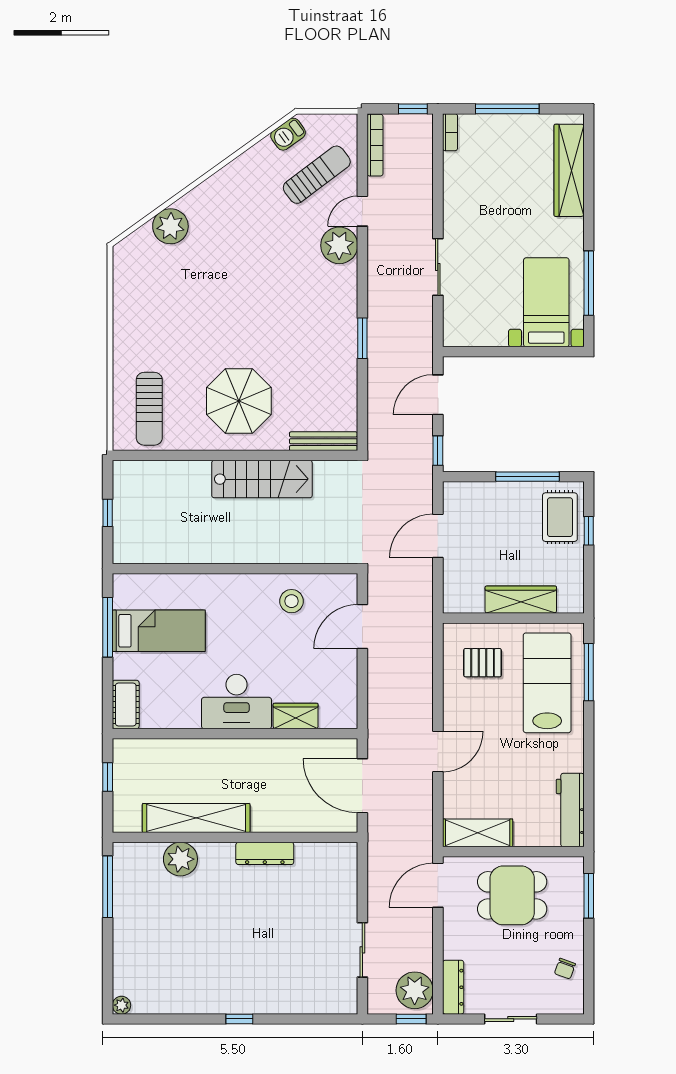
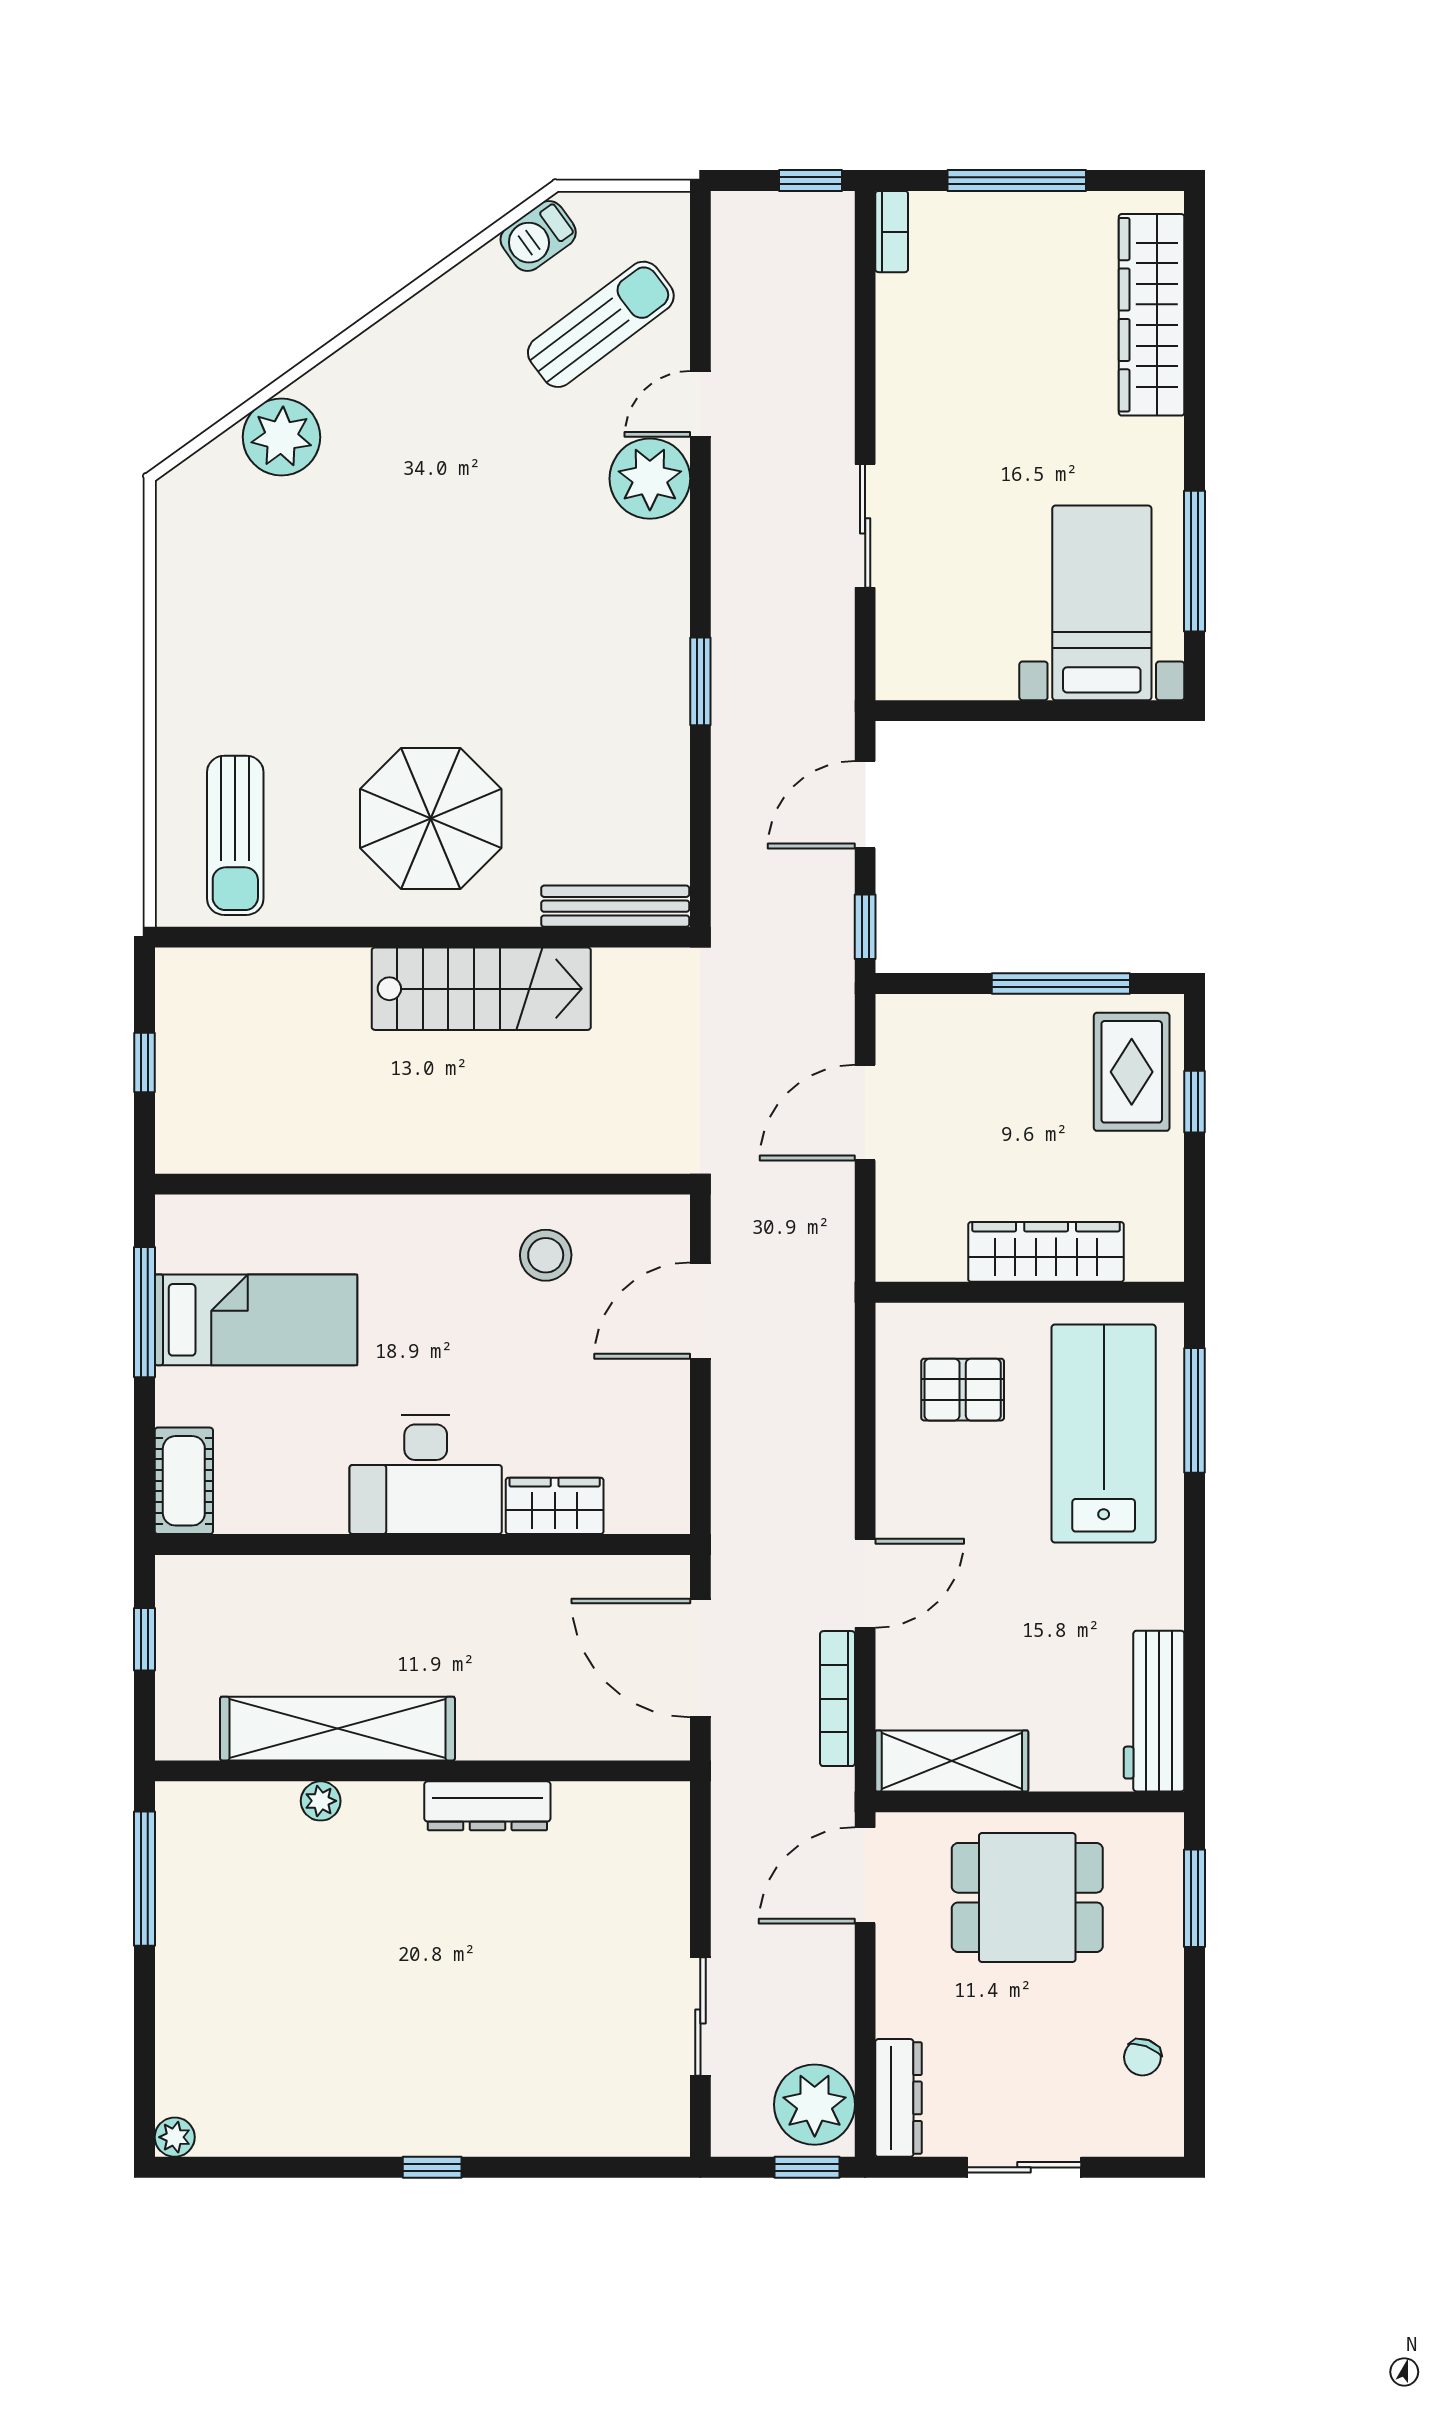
bookcase: (375, 145) -> (838, 1699), moved, turned 180
plant: (180, 859) -> (321, 1801), width x0.53, depth x0.53

